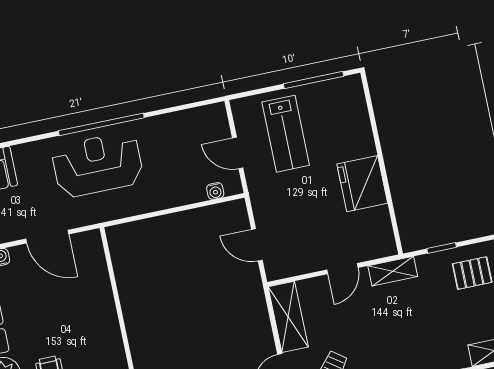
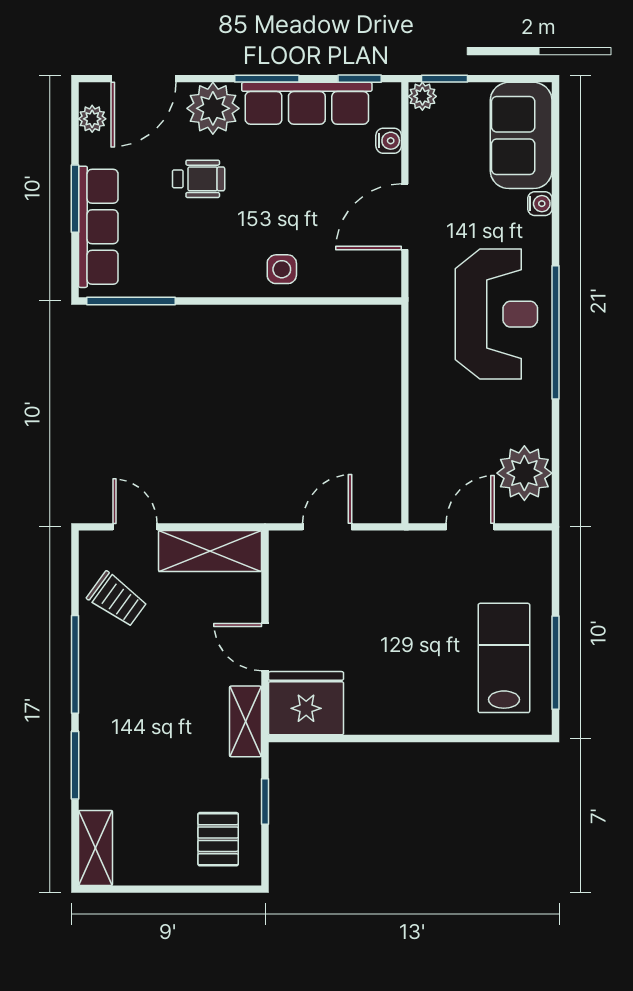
plant: (196, 125) -> (524, 473), added
lab bench: (286, 134) -> (504, 658), moved, turned 90
fridge: (362, 184) -> (306, 703), moved
water cooler: (215, 191) -> (540, 204), moved, turned 180
side table: (97, 309) -> (282, 269), added

